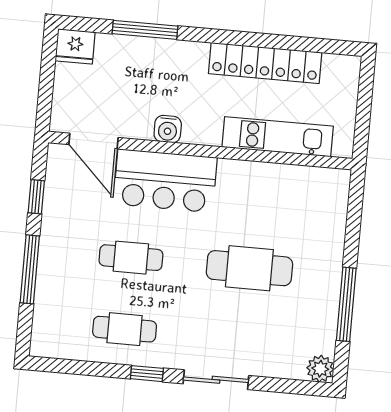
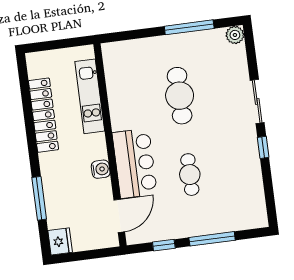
cafe table: (125, 329) -> (237, 168), removed

